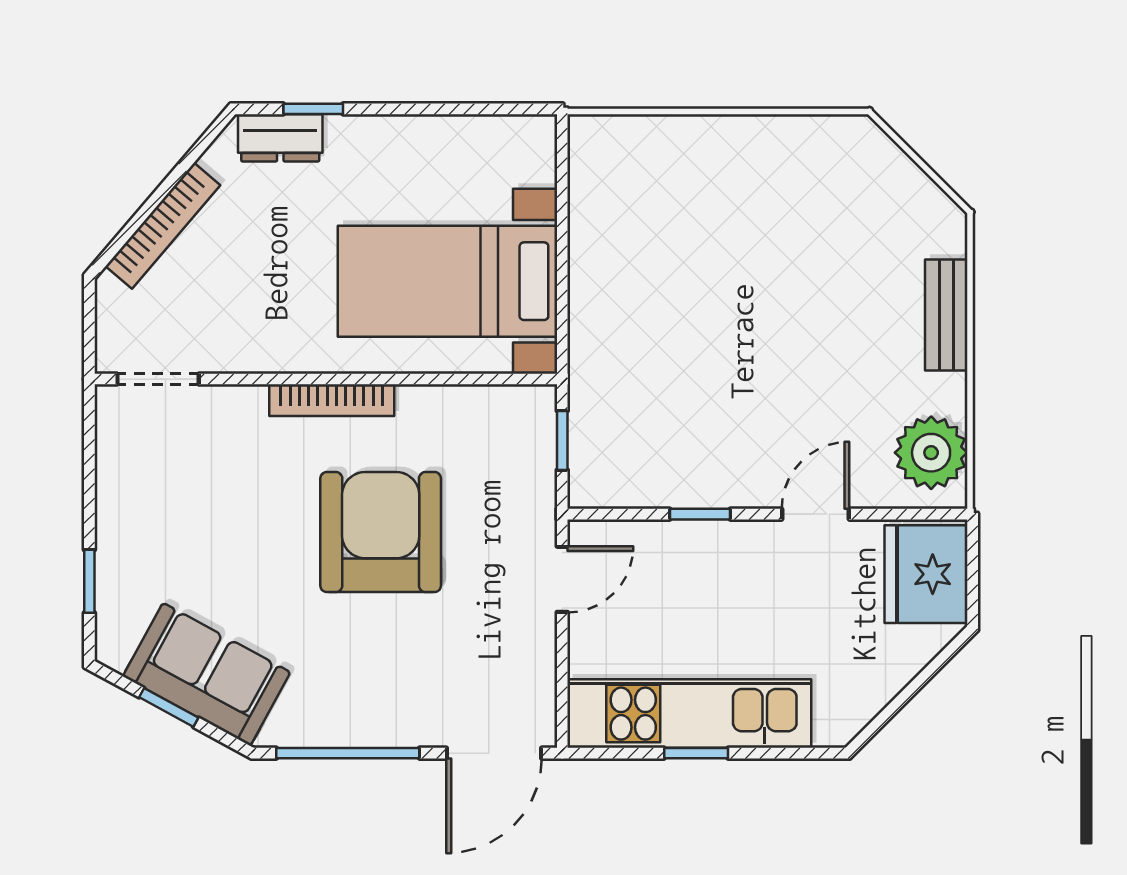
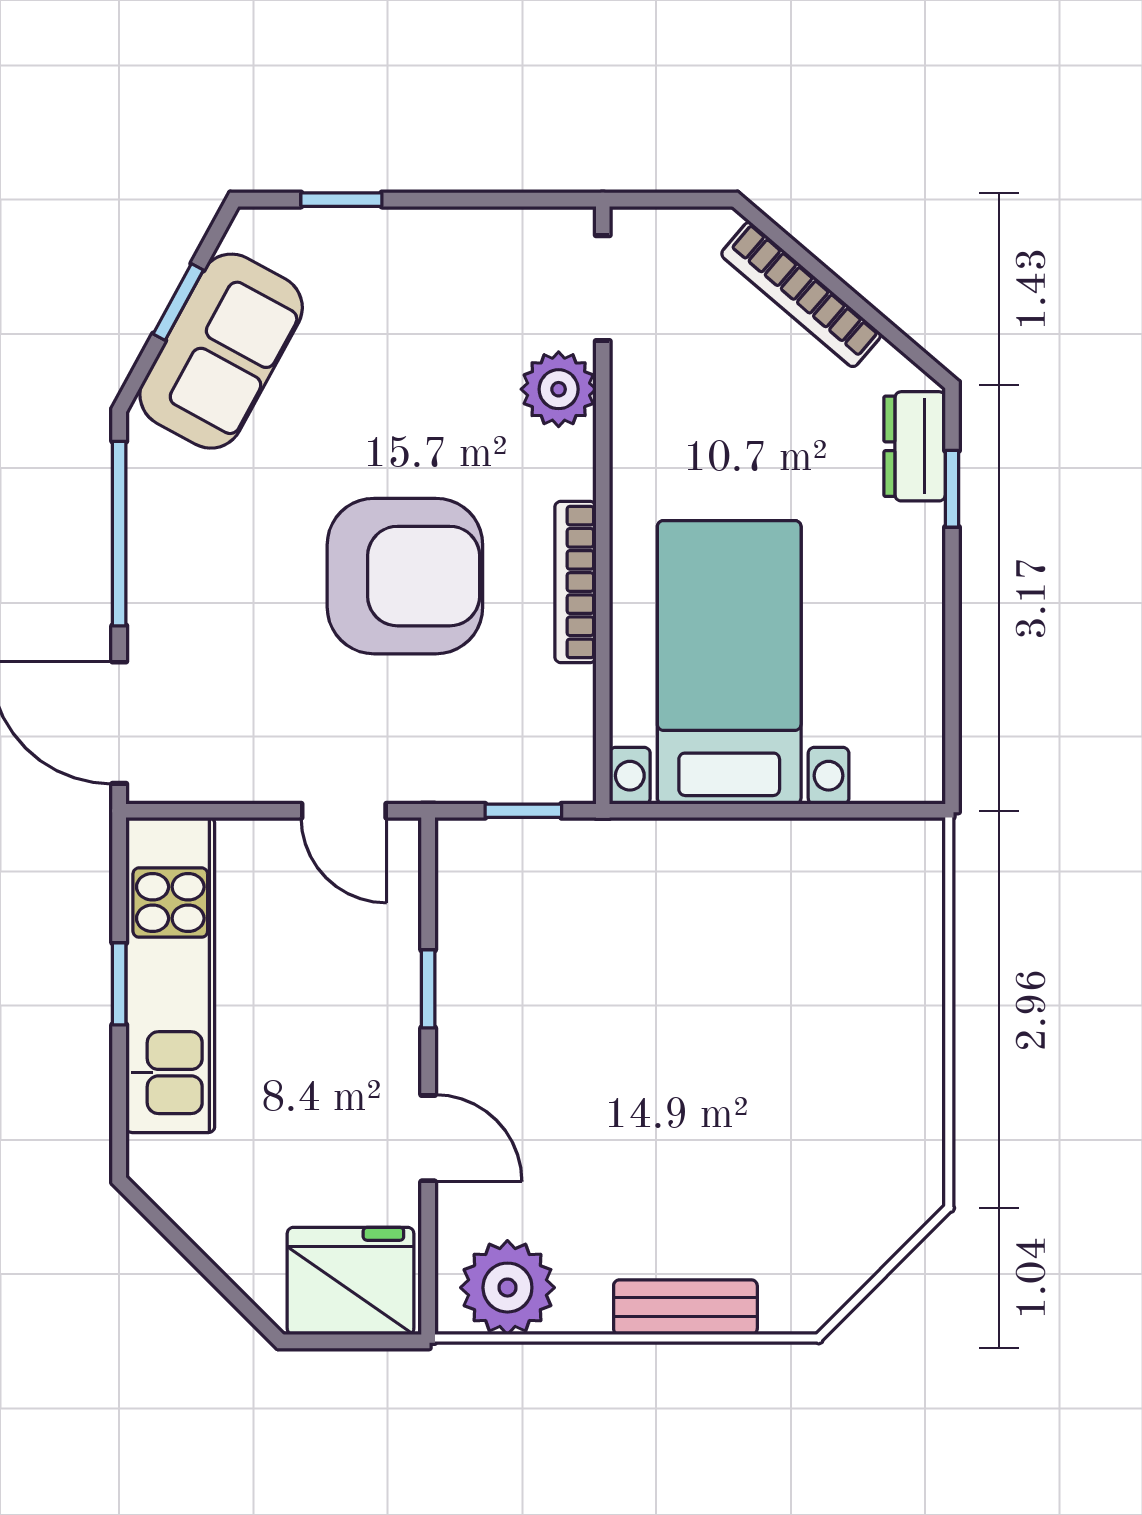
bookcase: (332, 400) -> (575, 582), moved
plant: (236, 413) -> (559, 389), added

